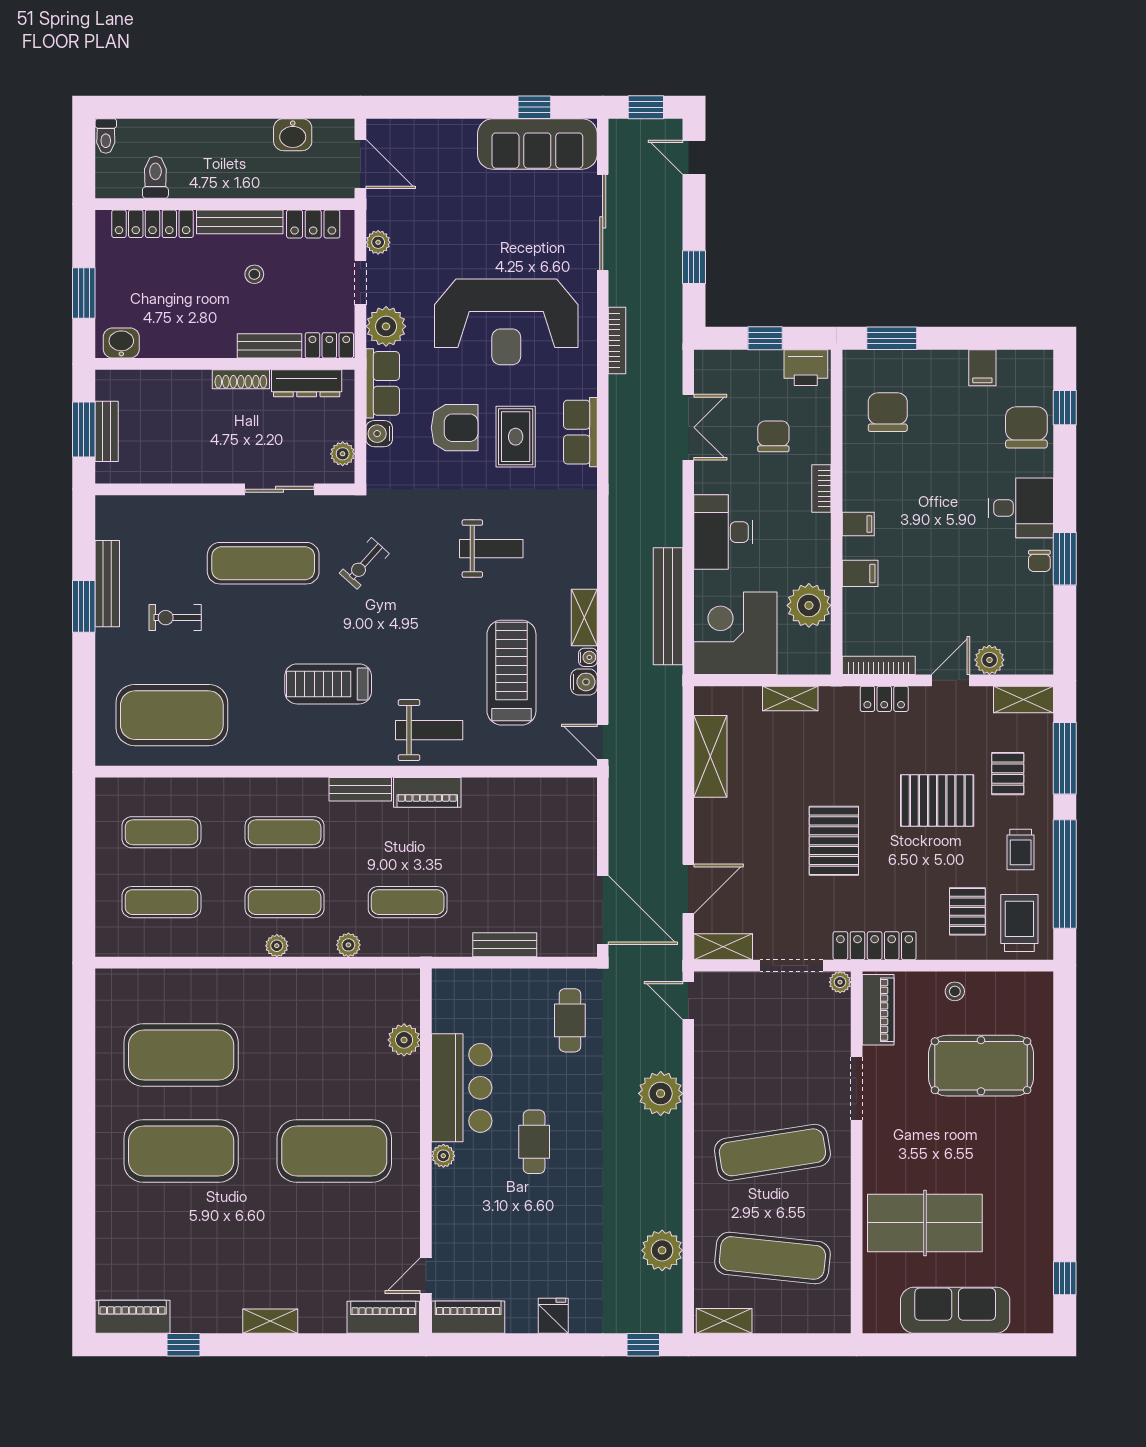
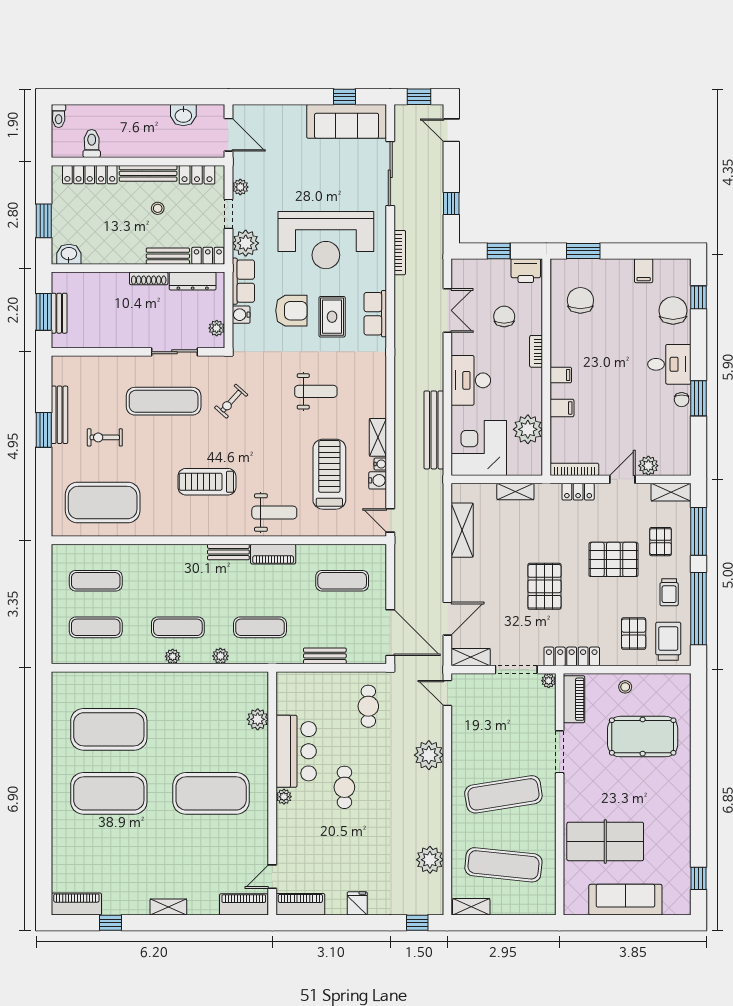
exercise mat: (285, 832) -> (342, 581), moved

